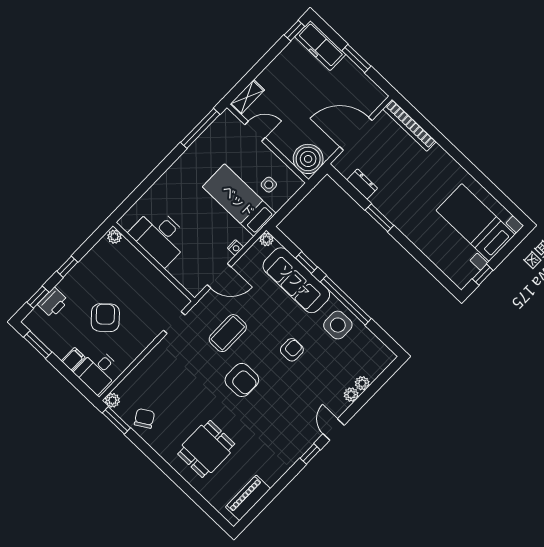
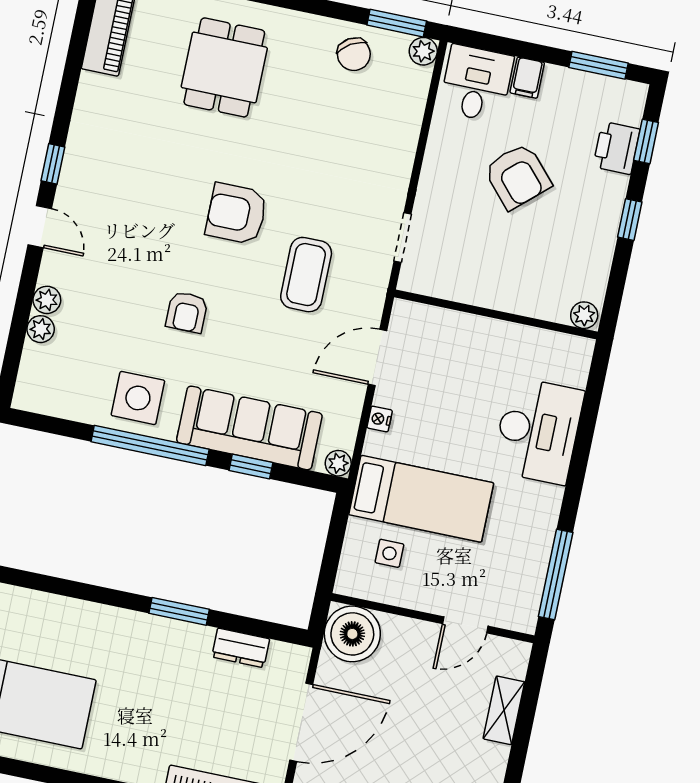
shelving: (247, 97) -> (504, 710), moved
desk: (160, 236) -> (538, 431), moved, turned 90

